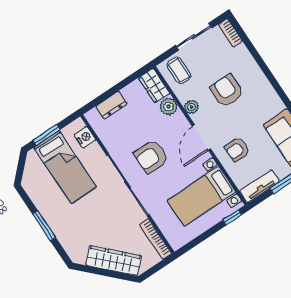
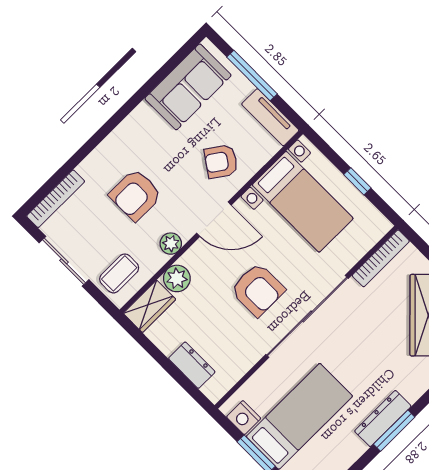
bookcase: (230, 33) -> (56, 199), width x1.56
nightstand: (85, 137) -> (244, 418), moved, turned -90
armchair: (237, 149) -> (221, 162), turned 125
window: (232, 217) -> (357, 181), moved
dresser: (53, 220) -> (383, 419), added

